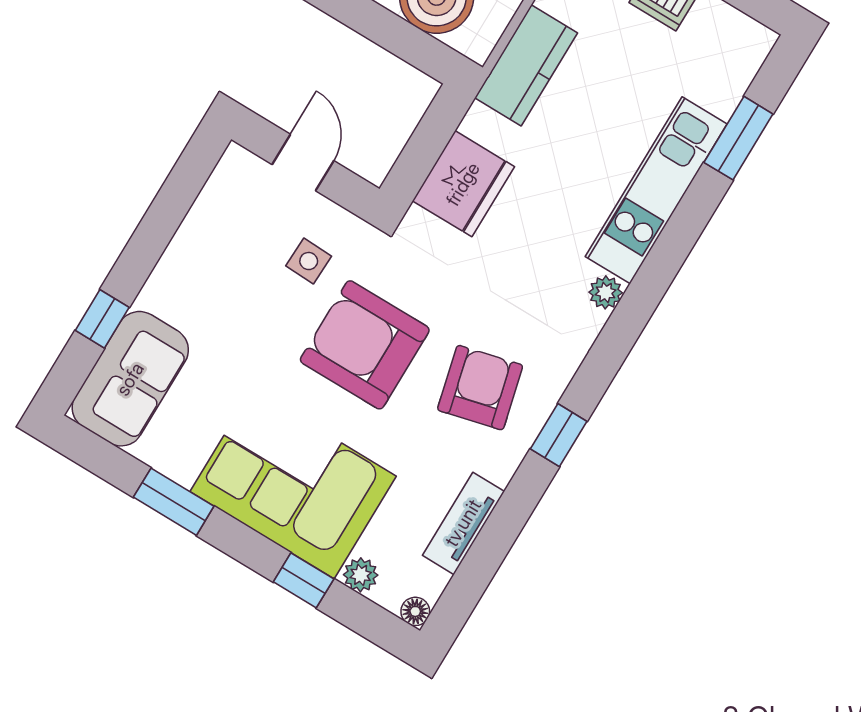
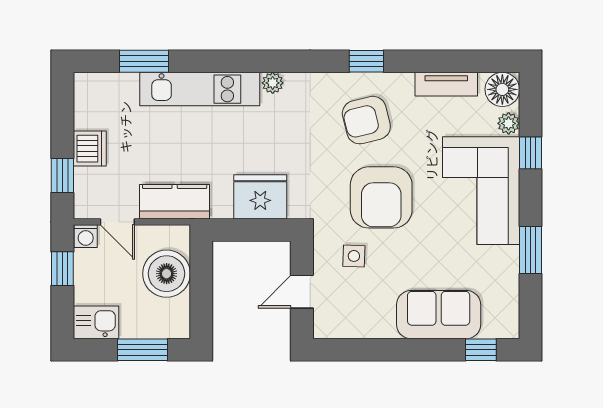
window: (102, 319) -> (481, 350), moved
sofa: (130, 379) -> (439, 315), moved
floor lamp: (415, 611) -> (502, 89), width x1.89, depth x1.89

